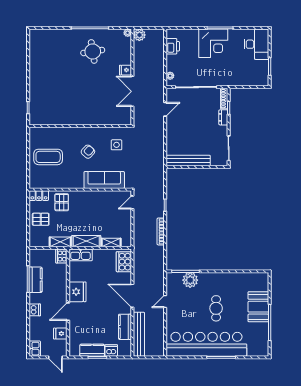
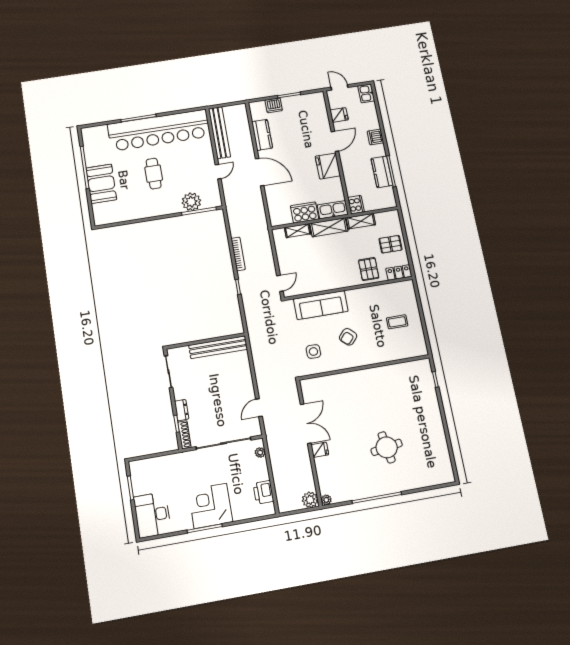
round table: (93, 51) -> (387, 447), moved
coffee table: (48, 157) -> (397, 322), width x0.54, depth x0.58
cooker: (124, 262) -> (305, 213), moved, turned -90
bench: (139, 334) -> (219, 133), moved
kitchen counter: (92, 350) -> (297, 102), removed

